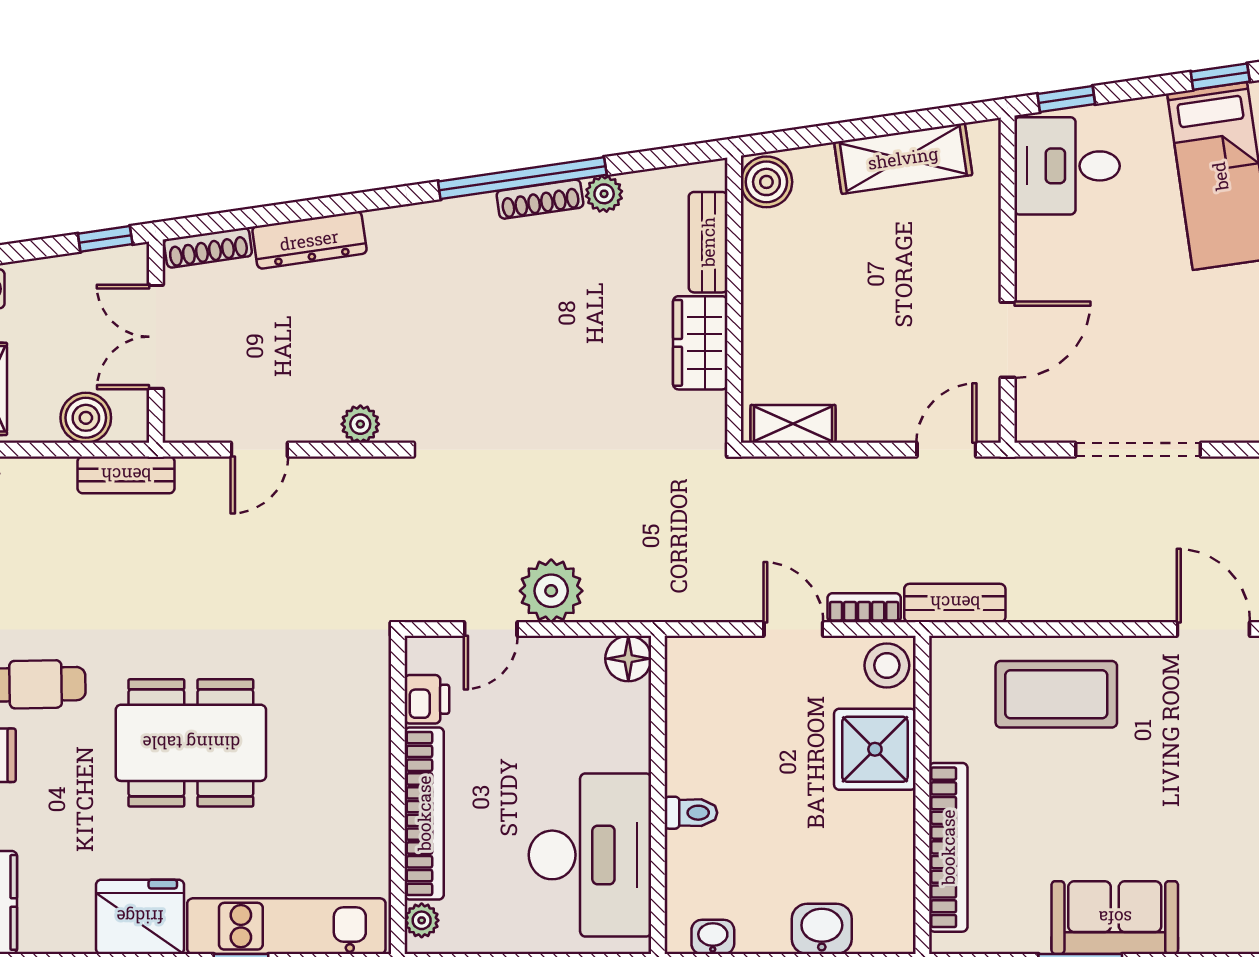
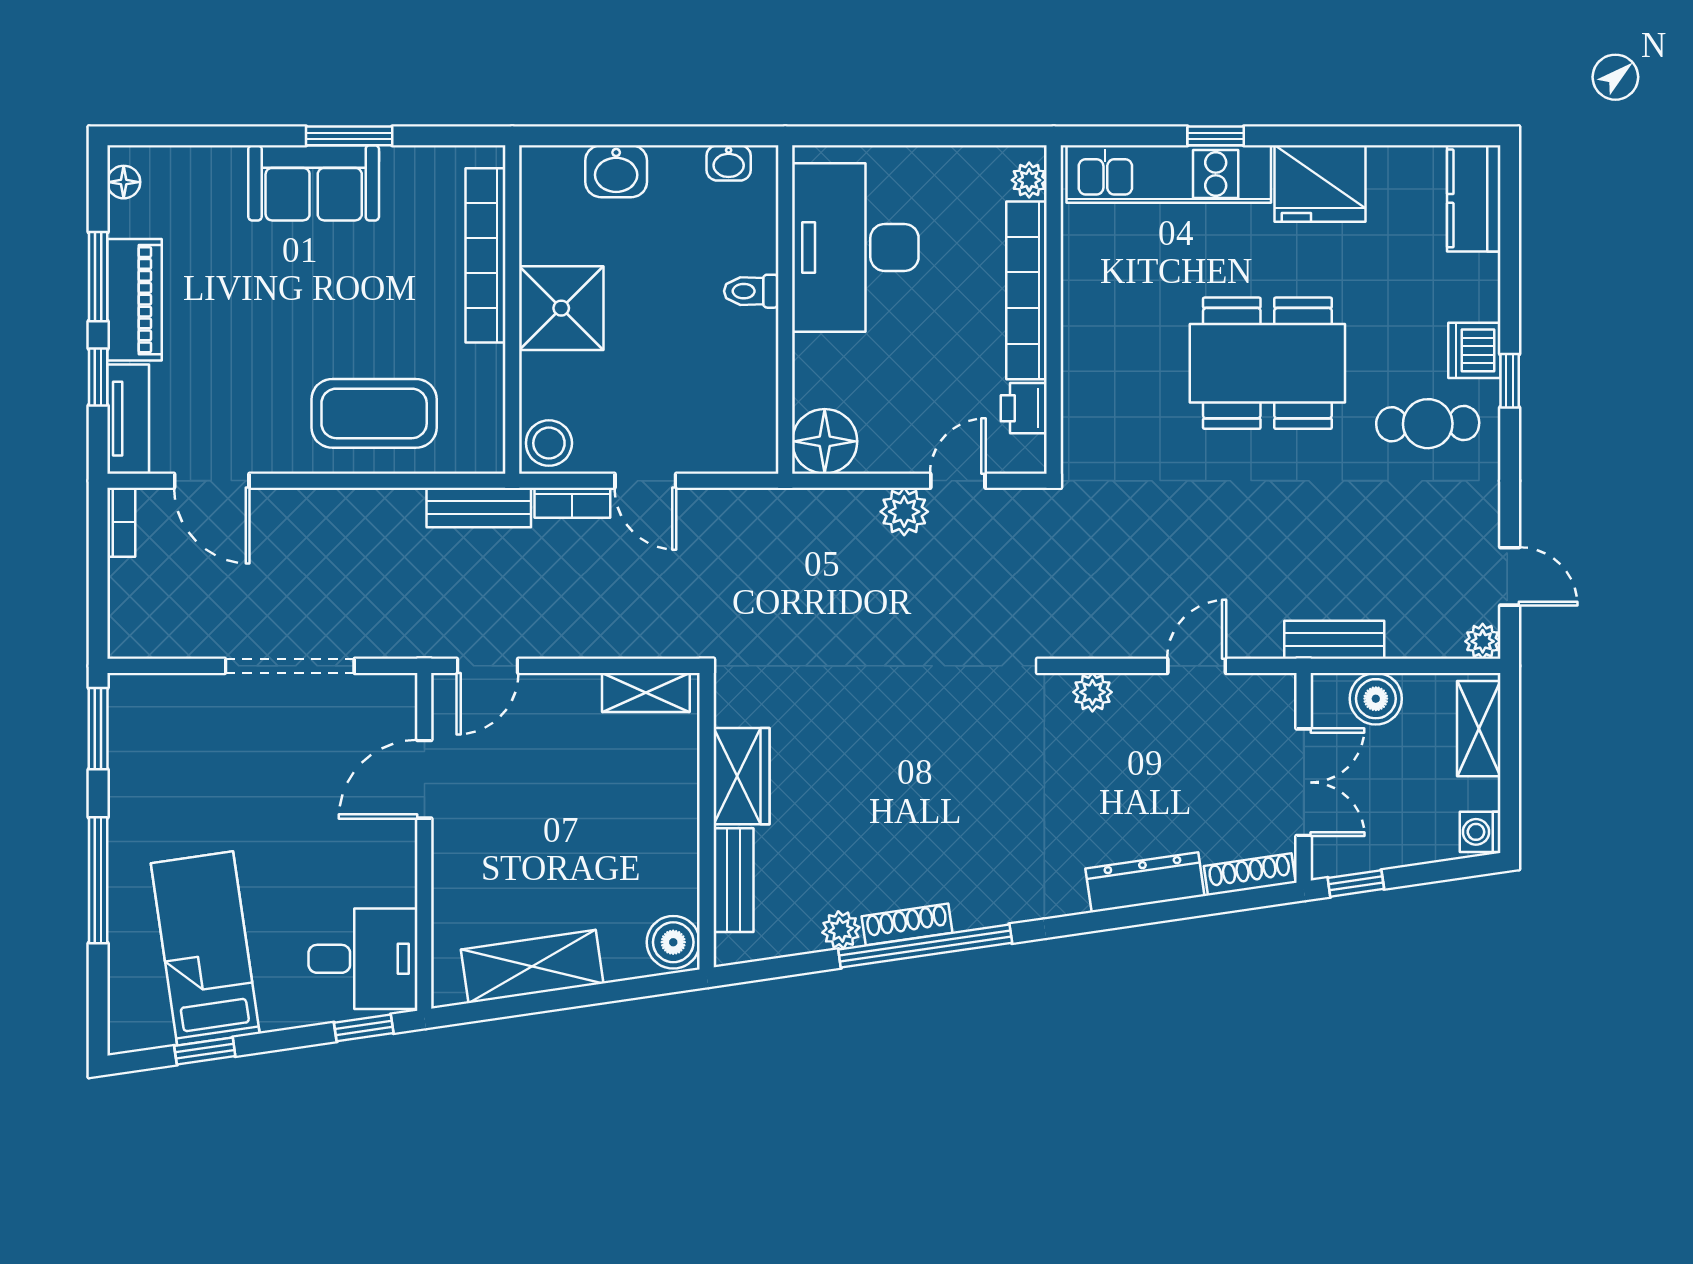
plant: (551, 591) -> (904, 512), width x0.73, depth x0.73
floor lamp: (628, 659) -> (825, 441), width x1.38, depth x1.38
shower: (875, 749) -> (561, 308), moved

